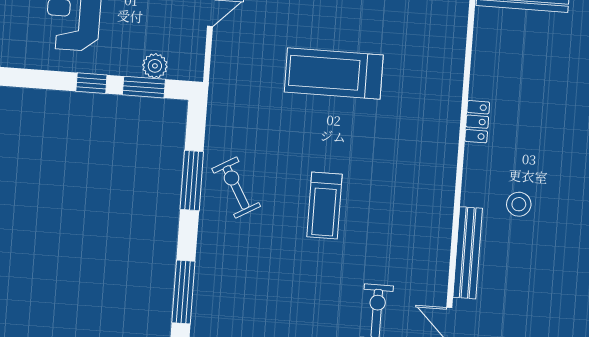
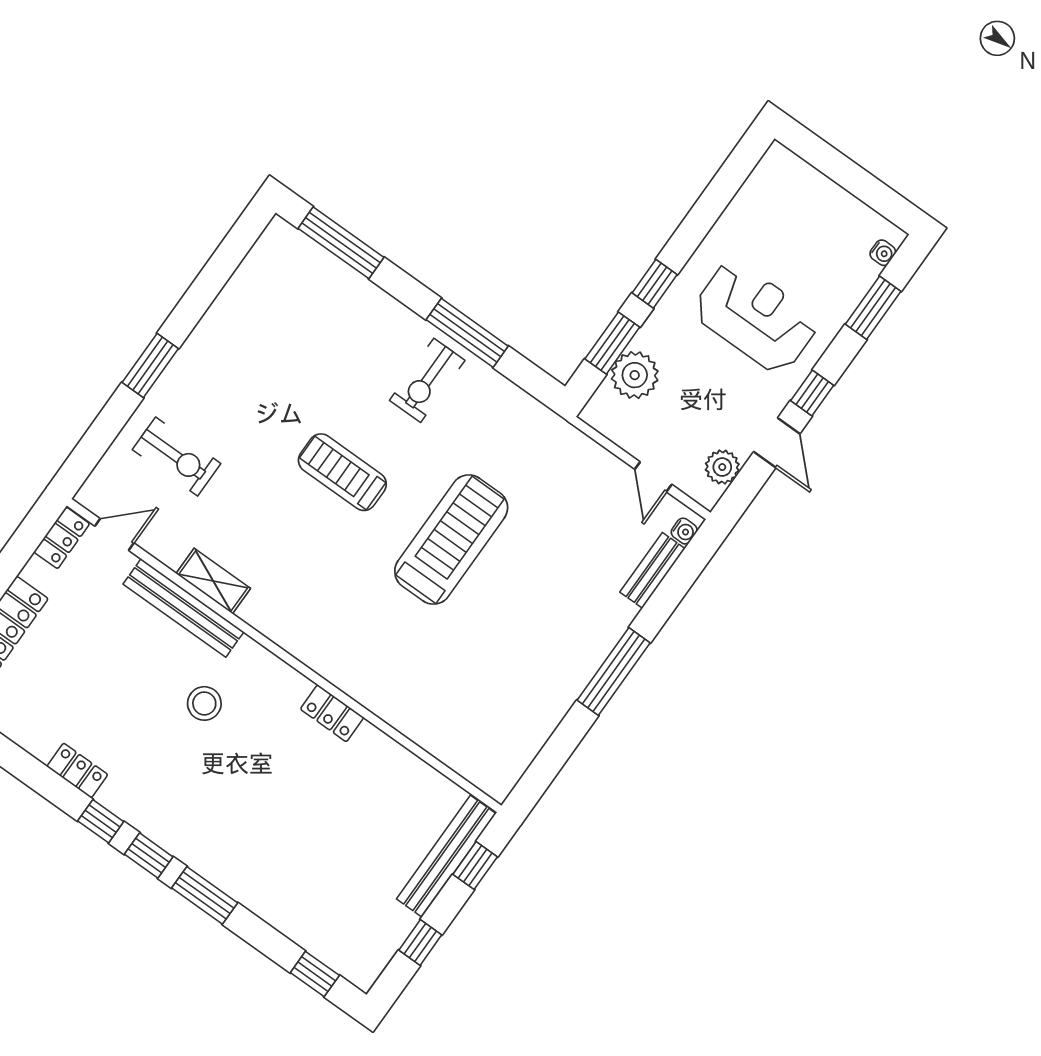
plant: (155, 66) -> (635, 375), width x1.36, depth x1.36
treadmill: (334, 74) -> (451, 539), moved
exercise bike: (236, 187) -> (427, 380), turned 120
shelving: (440, 244) -> (213, 581), added

